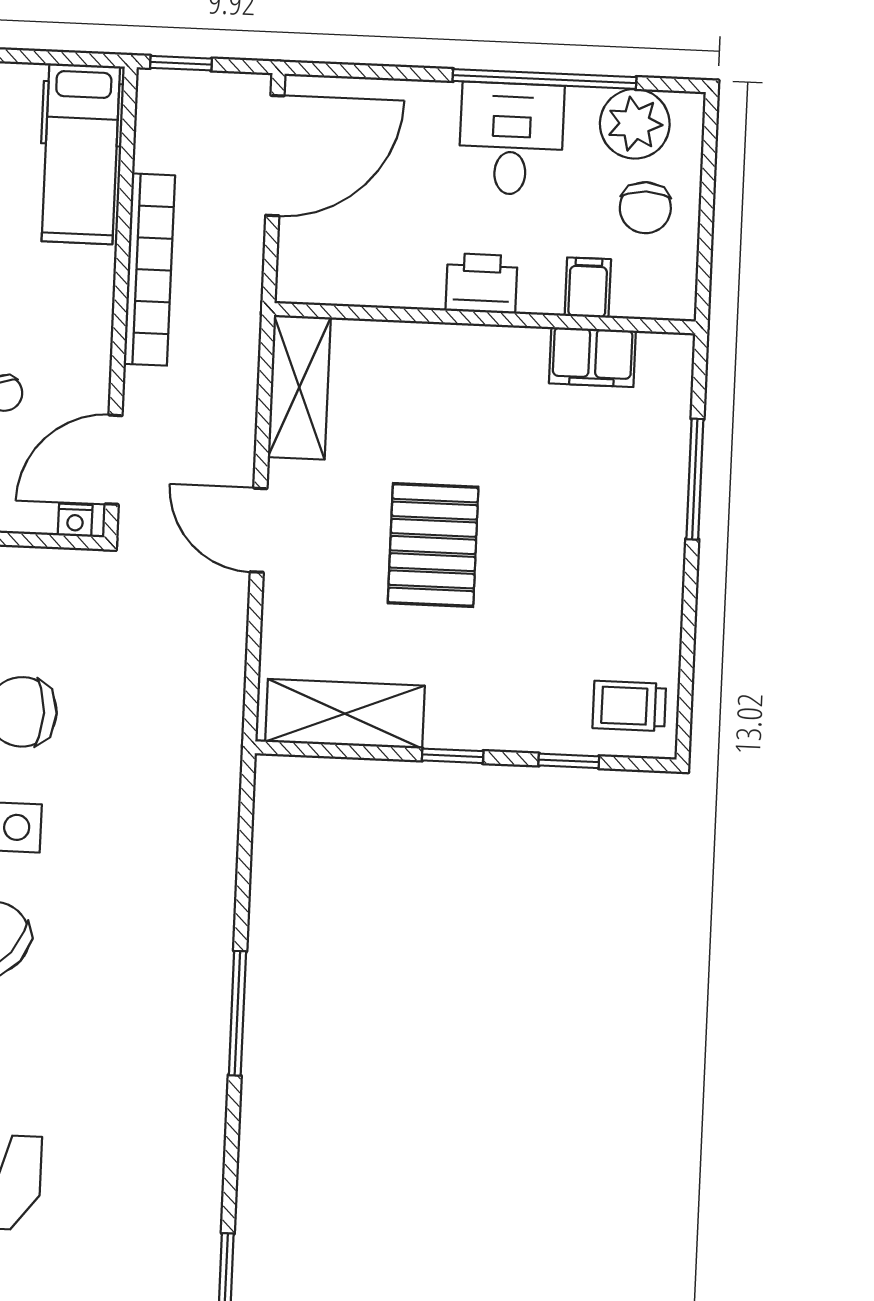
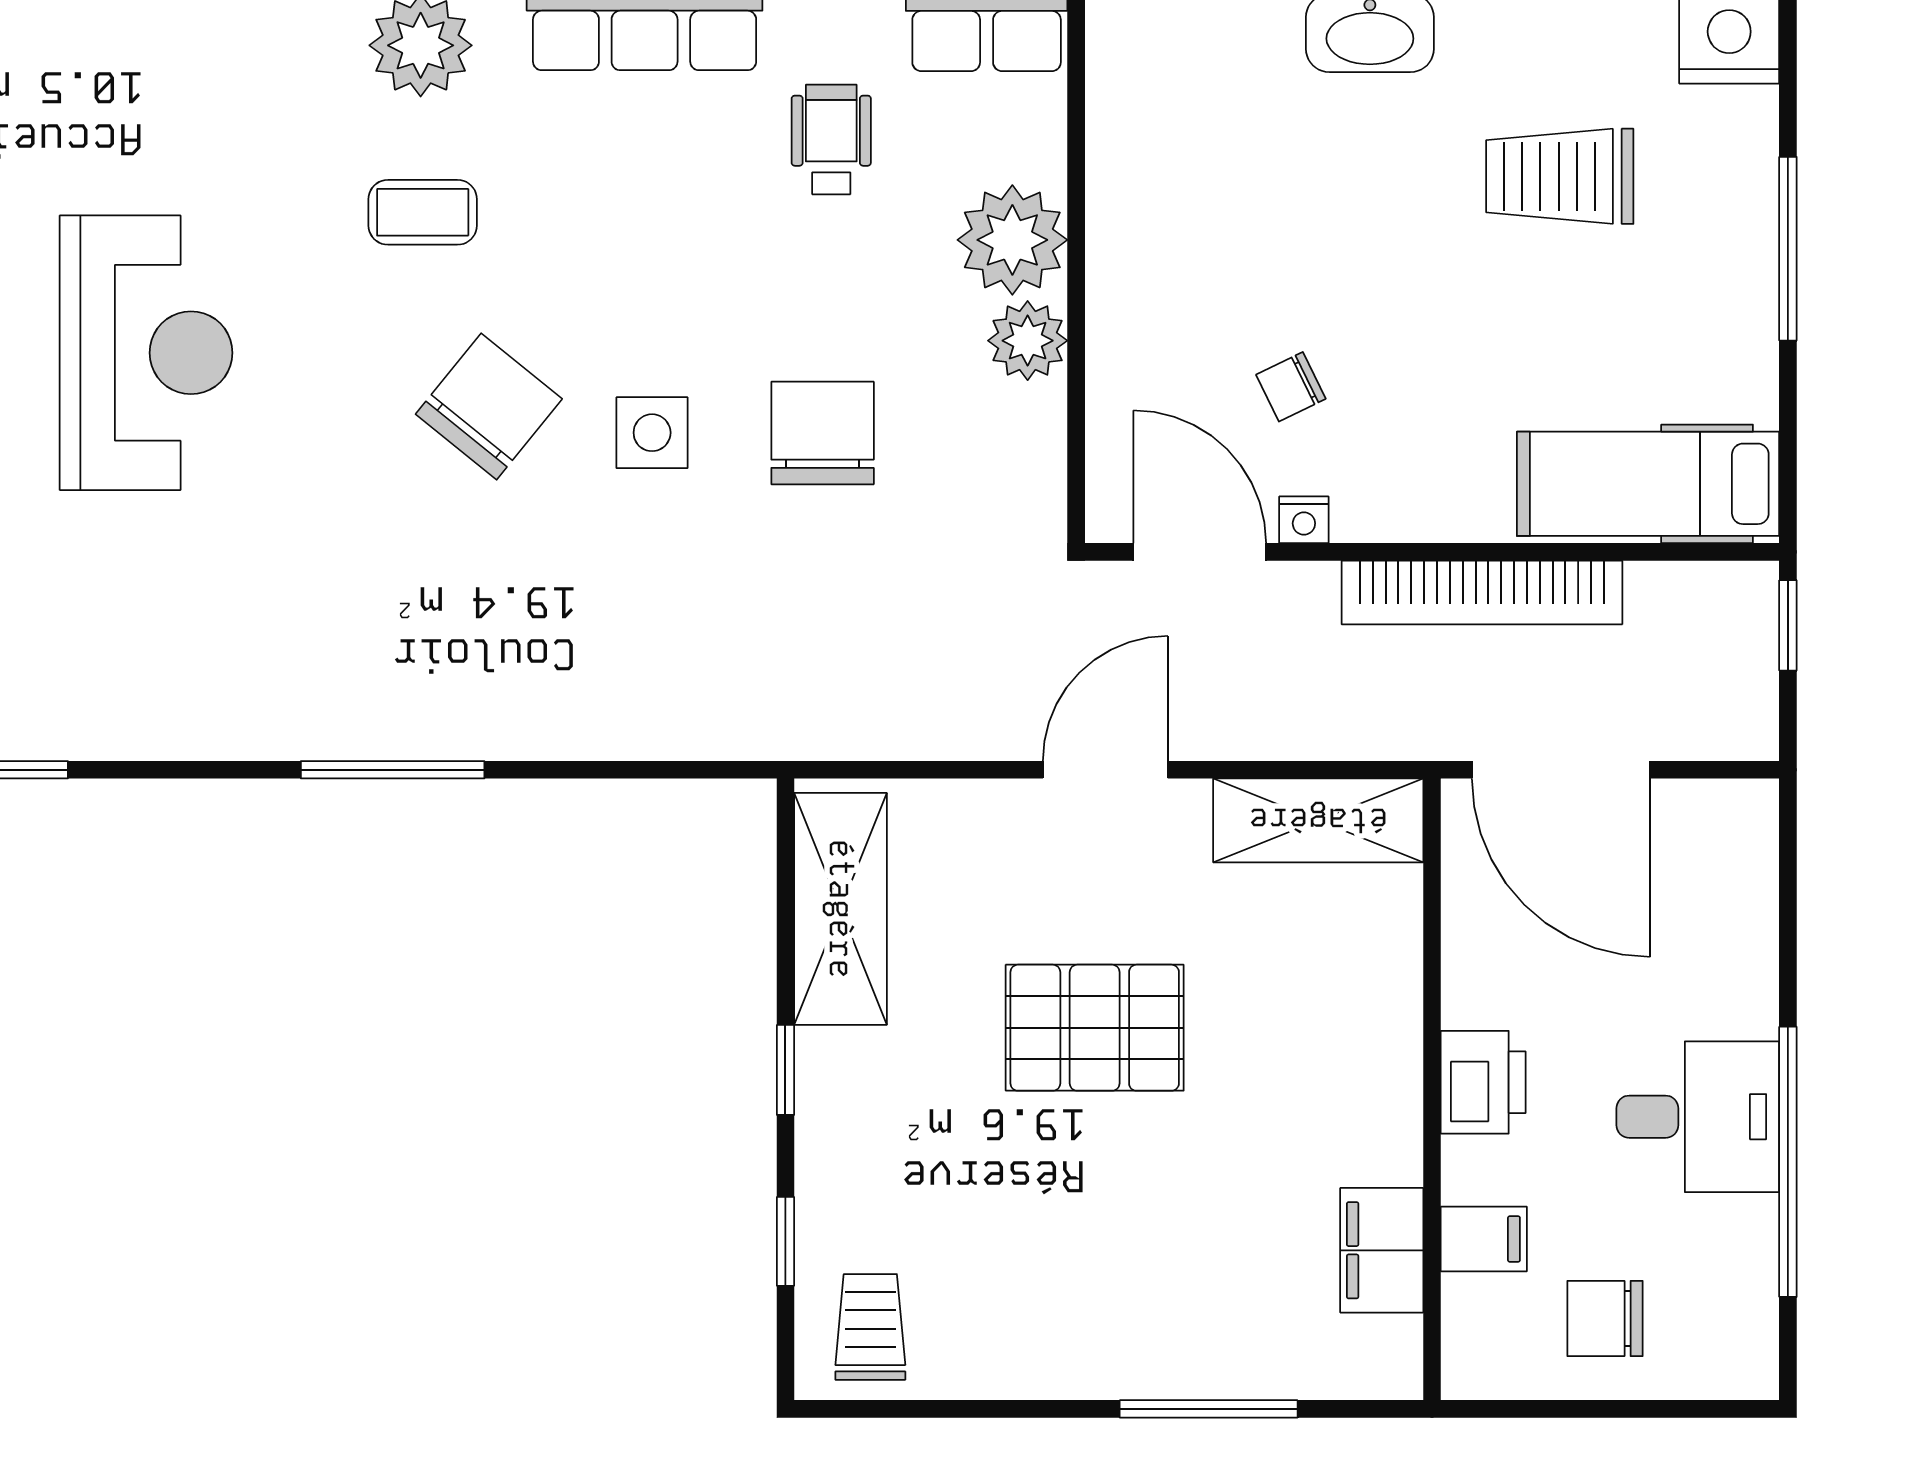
plant: (635, 124) -> (1728, 1298), removed
door: (275, 156) -> (1561, 770), moved
nightstand: (75, 520) -> (1304, 520), moved, turned -90

